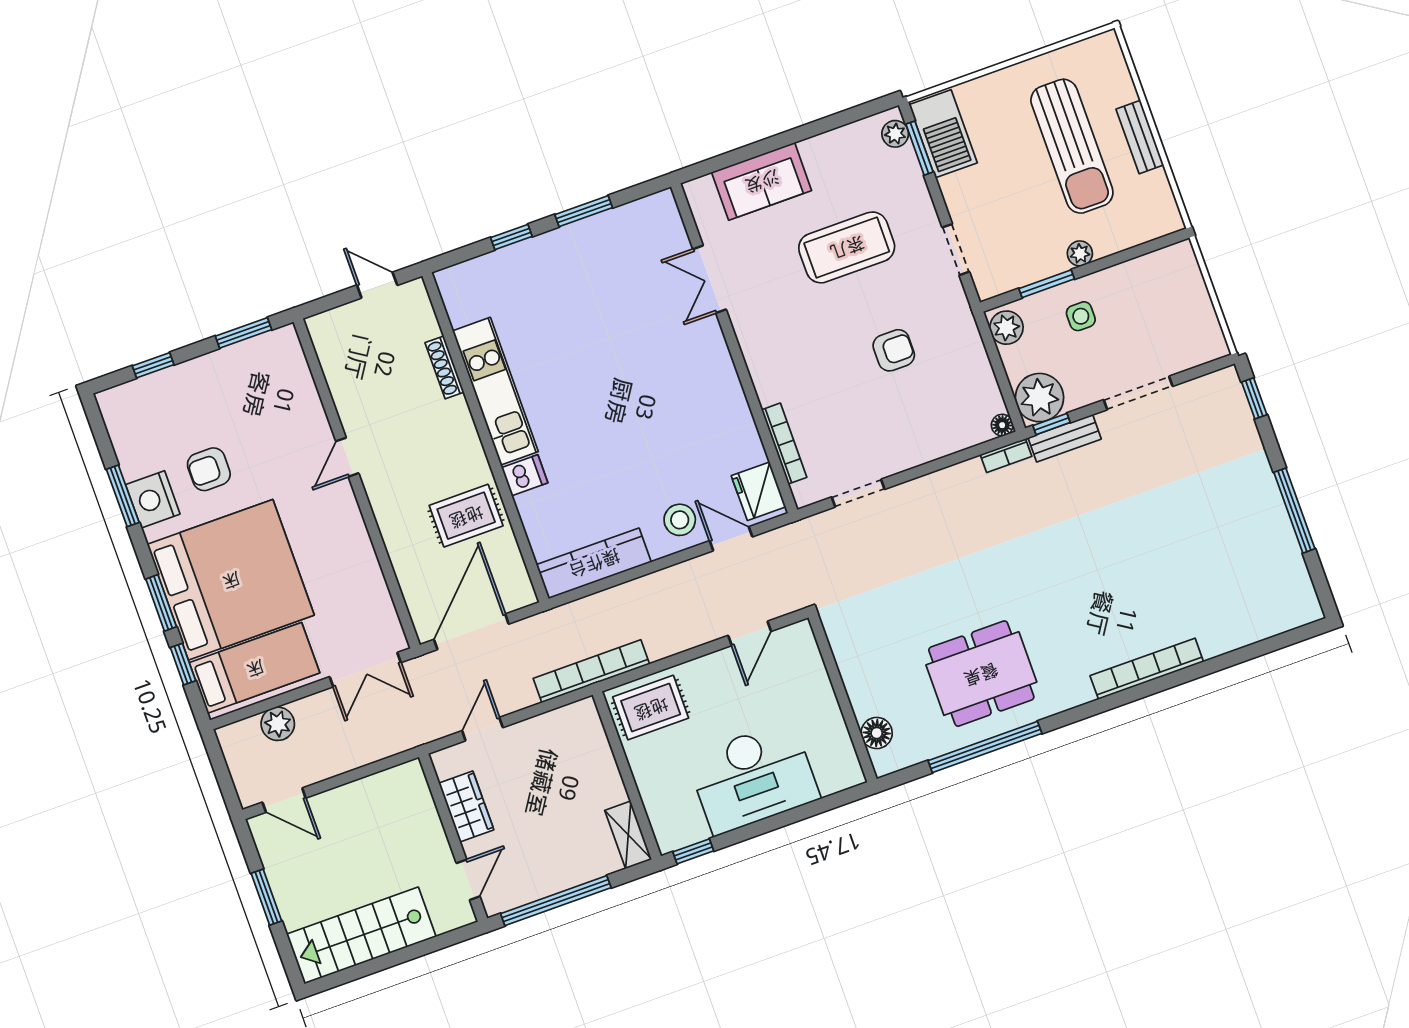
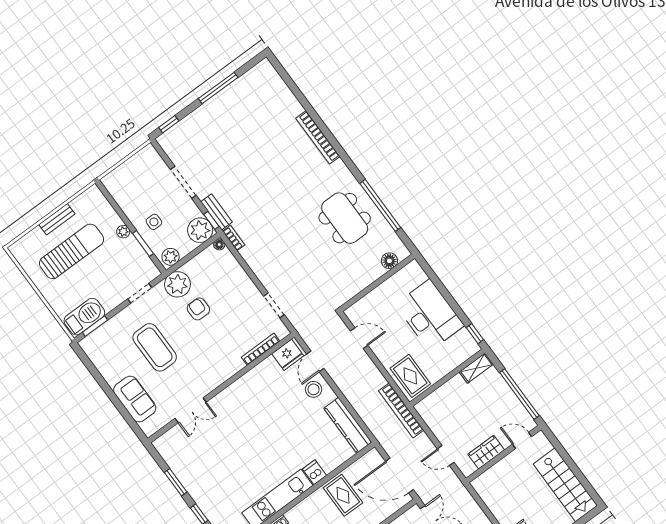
plant: (895, 134) -> (177, 284), moved, width x1.87, depth x1.87

